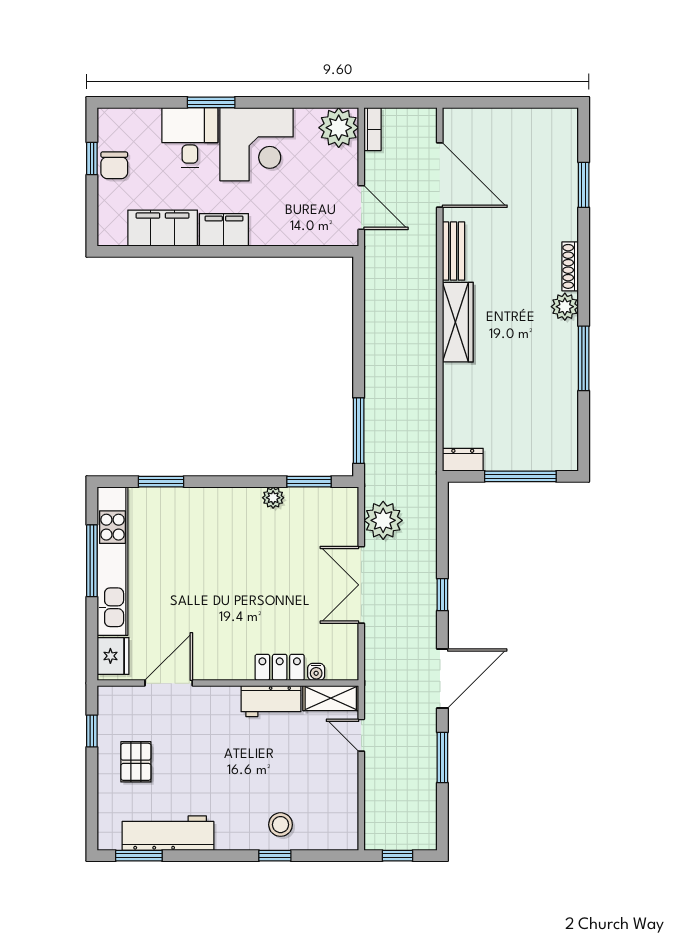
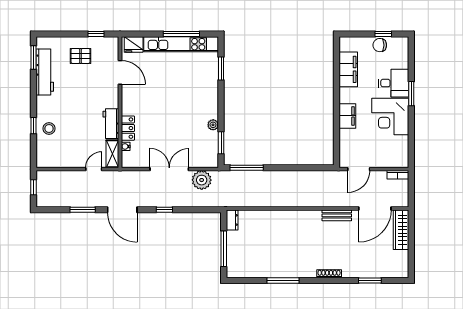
plant: (339, 128) -> (399, 158), removed
filing cabinet: (224, 230) -> (347, 116), moved
plant: (565, 307) -> (309, 271), removed
wardrobe: (458, 322) -> (401, 230), moved, turned 90

